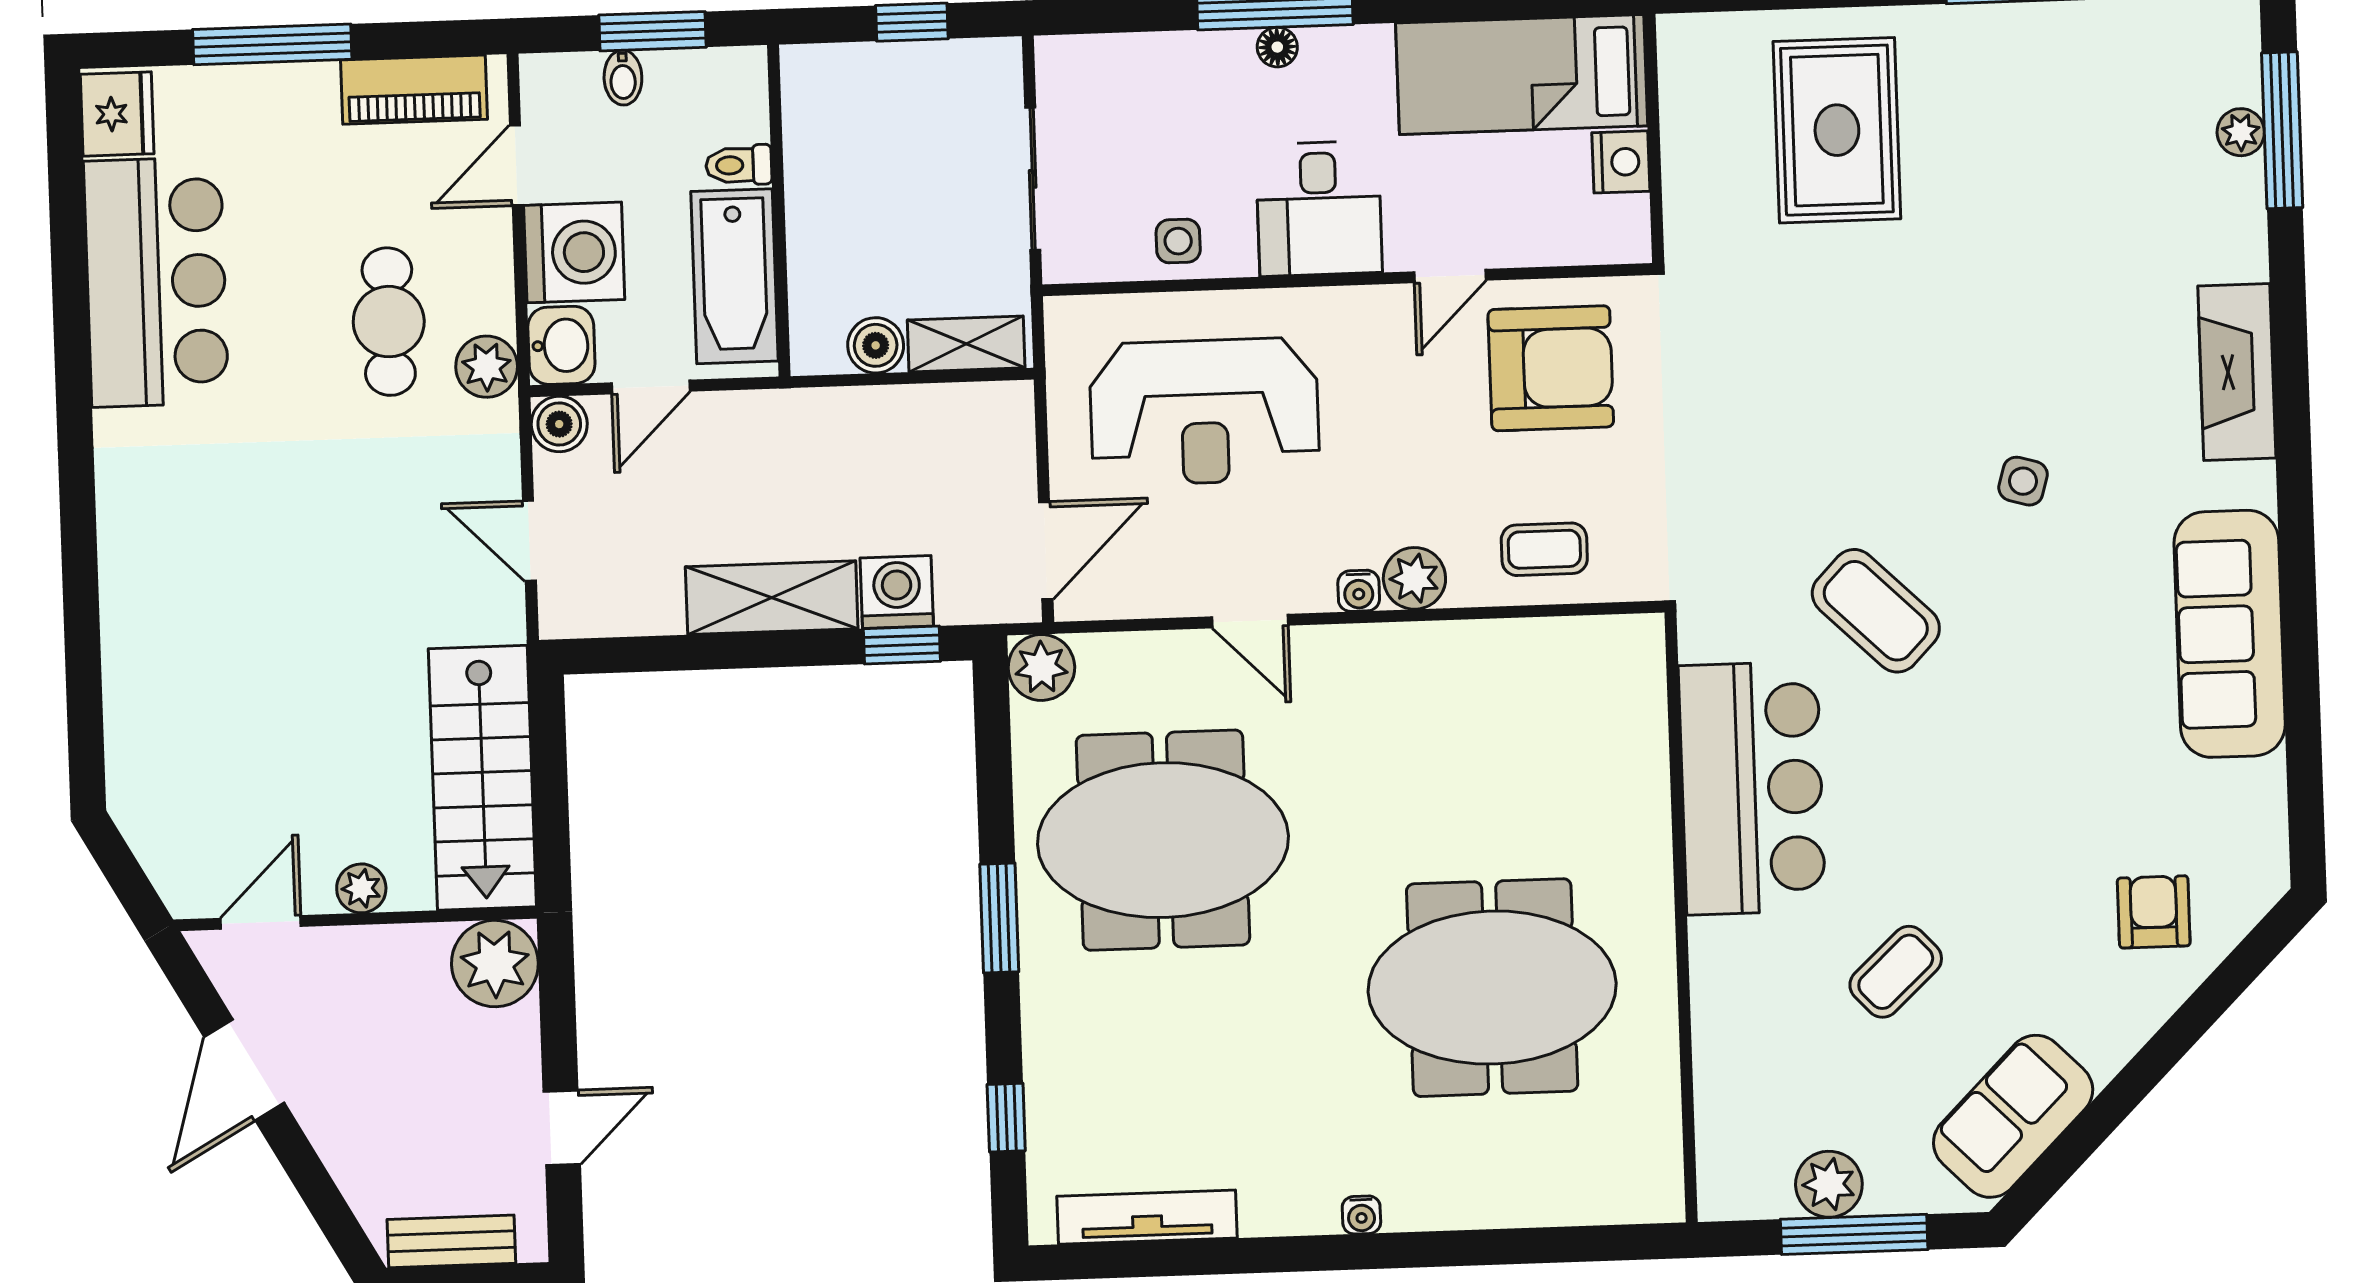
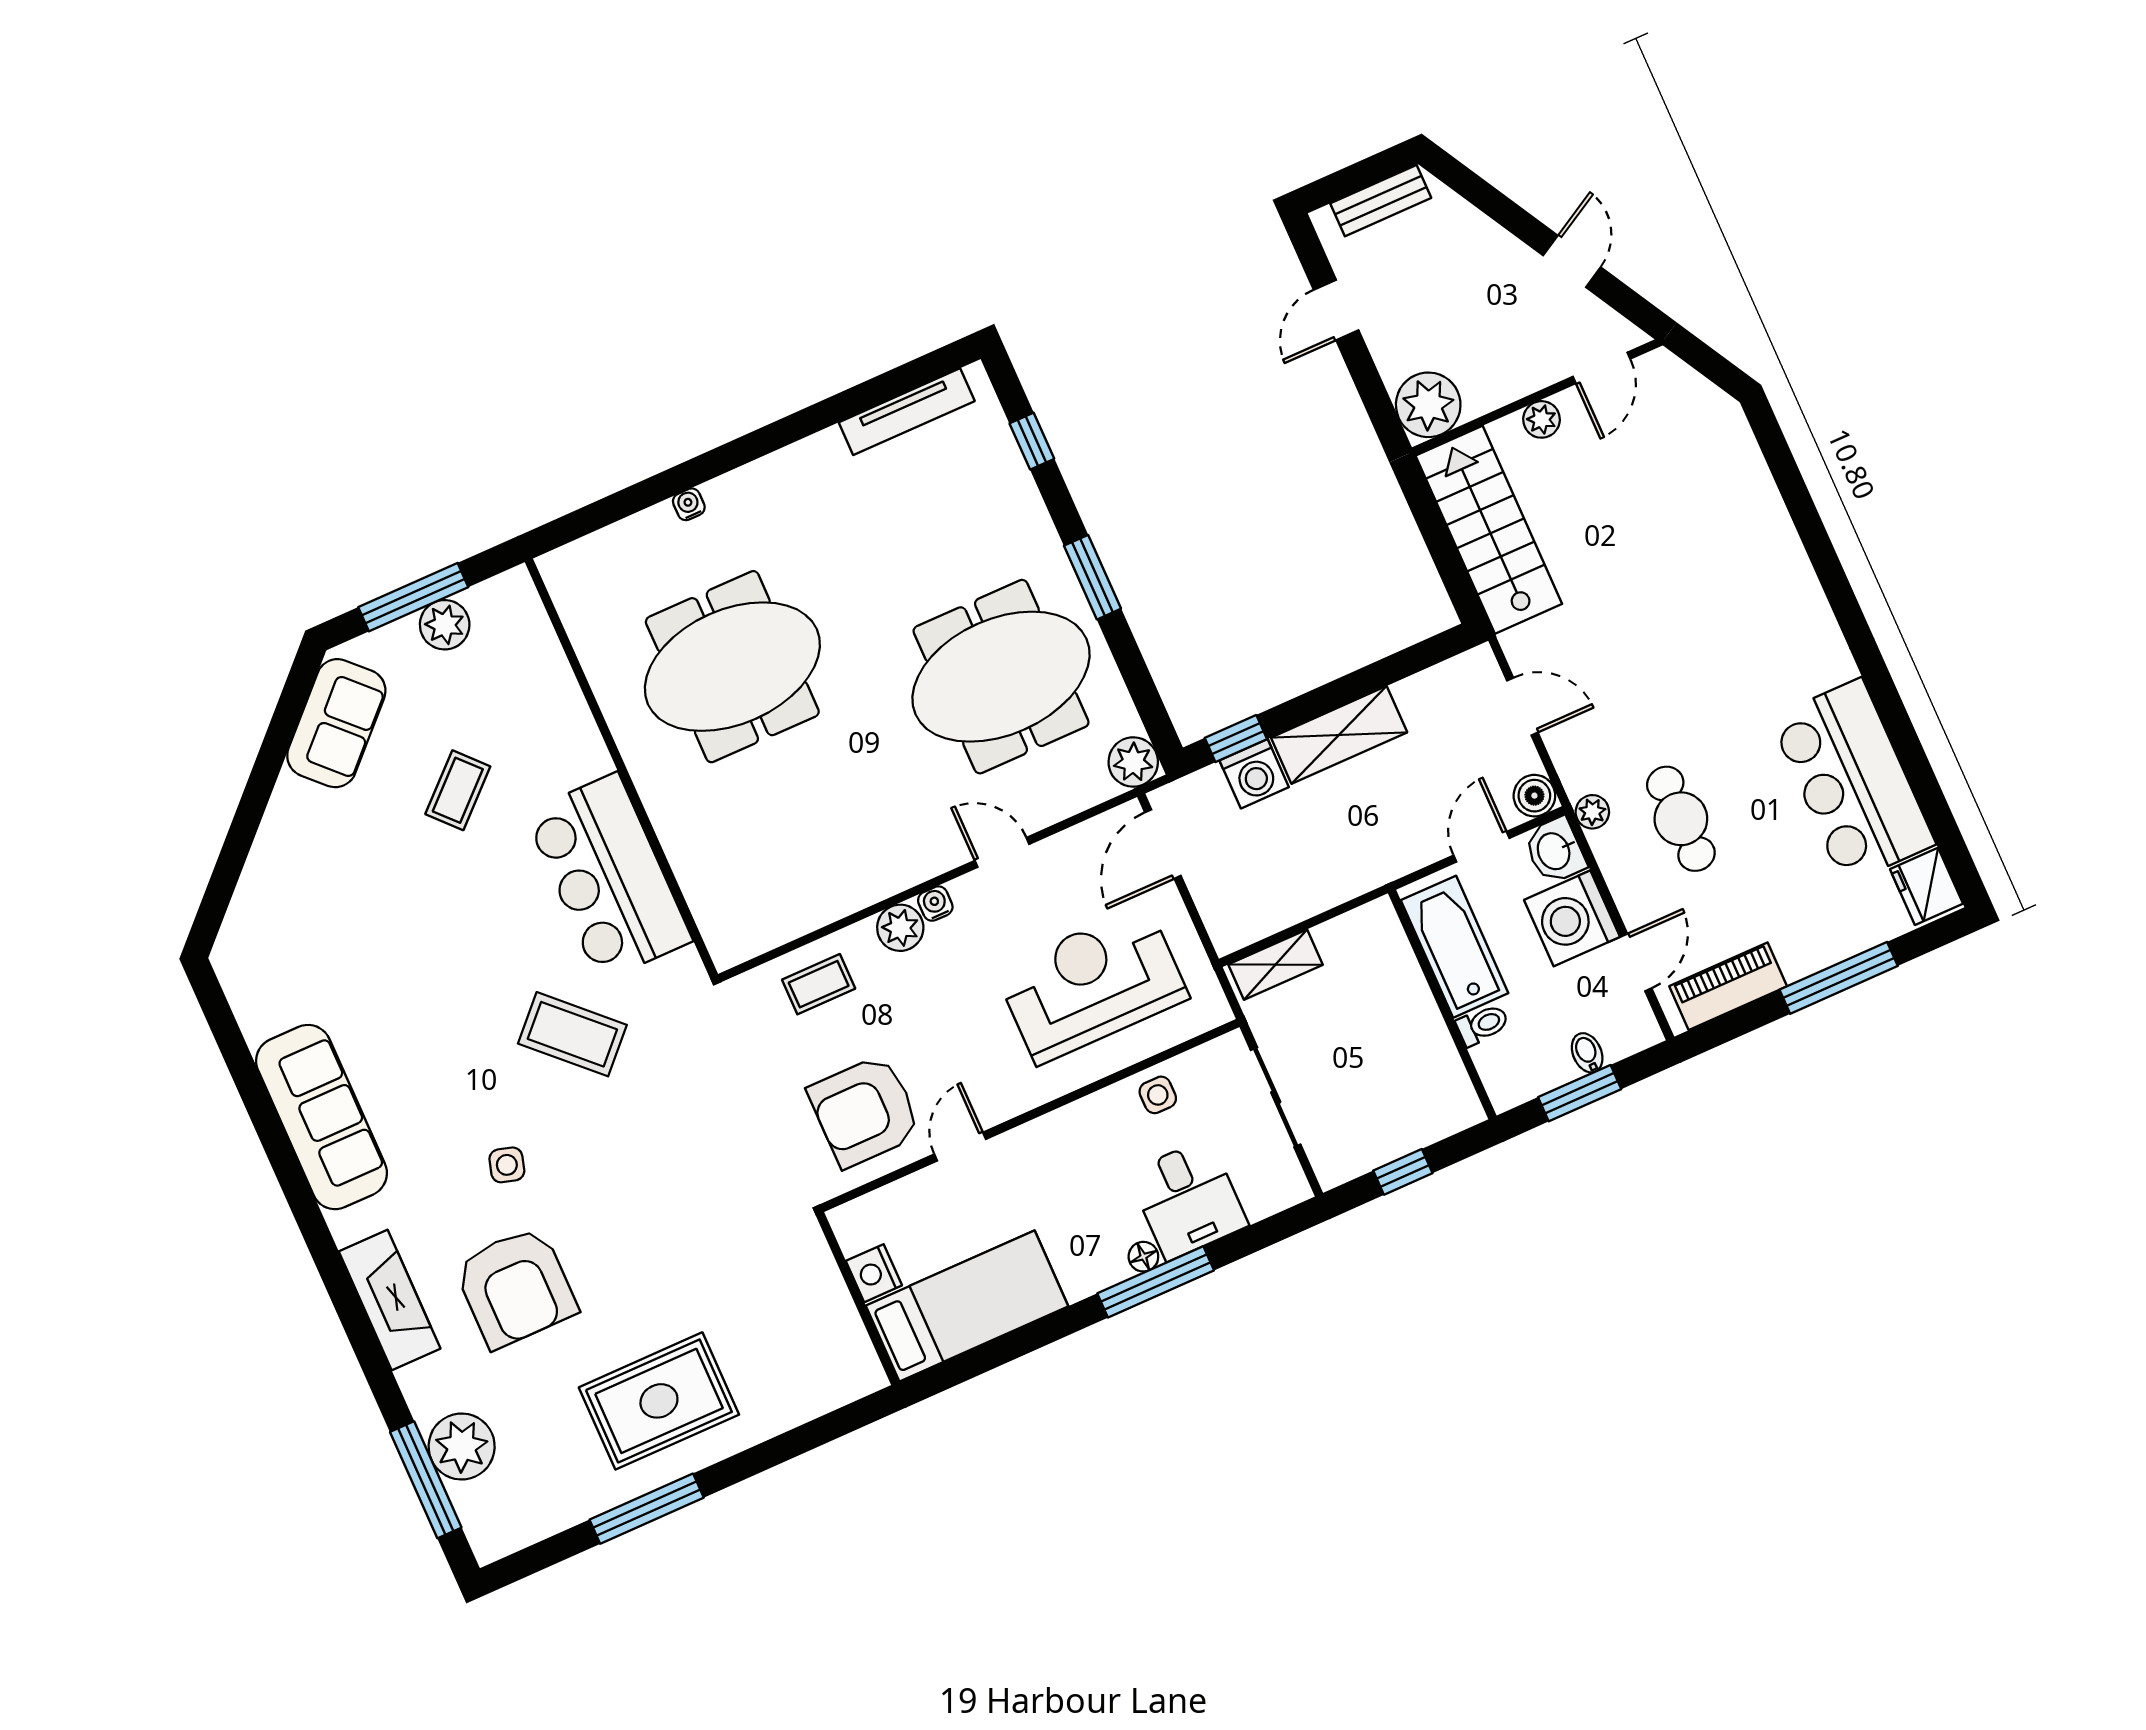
rug: (1837, 130) -> (659, 1401), moved, turned 90
plant: (2241, 132) -> (462, 1446), width x1.88, depth x1.88
desk: (1319, 209) -> (1188, 1199), moved, turned 180
boiler: (876, 345) -> (1338, 938), removed
plant: (487, 367) -> (1592, 812), width x0.73, depth x0.73
armchair: (2154, 912) -> (516, 1287), moved, width x1.88, depth x1.88
door: (244, 1070) -> (1572, 261), width x0.73
water cooler: (1361, 1215) -> (689, 504), moved

